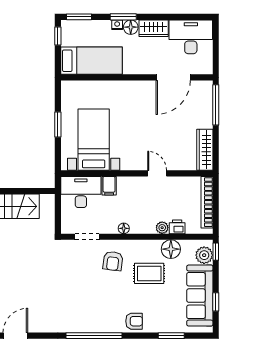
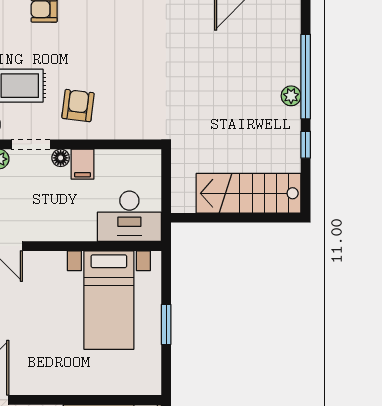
filing cabinet: (109, 186) -> (82, 164), moved, turned 180
doorway: (87, 237) -> (31, 144), moved

